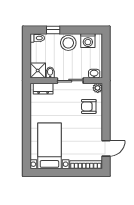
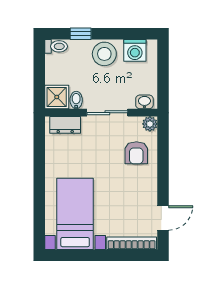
armchair: (89, 106) -> (136, 153), turned -90

